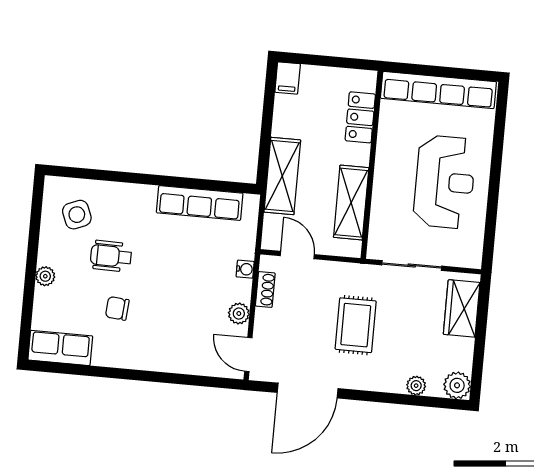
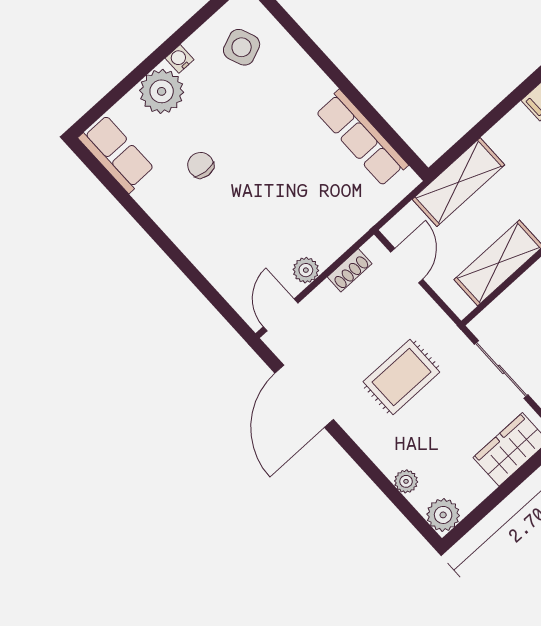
wheelchair: (111, 256) -> (238, 113), removed
water cooler: (245, 269) -> (179, 59), moved, turned 180
plant: (45, 276) -> (162, 91), width x1.88, depth x1.88
door: (308, 391) -> (304, 396), hinge flipped

